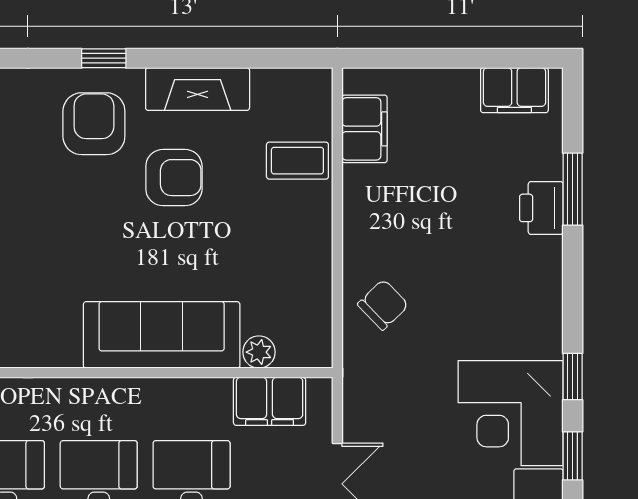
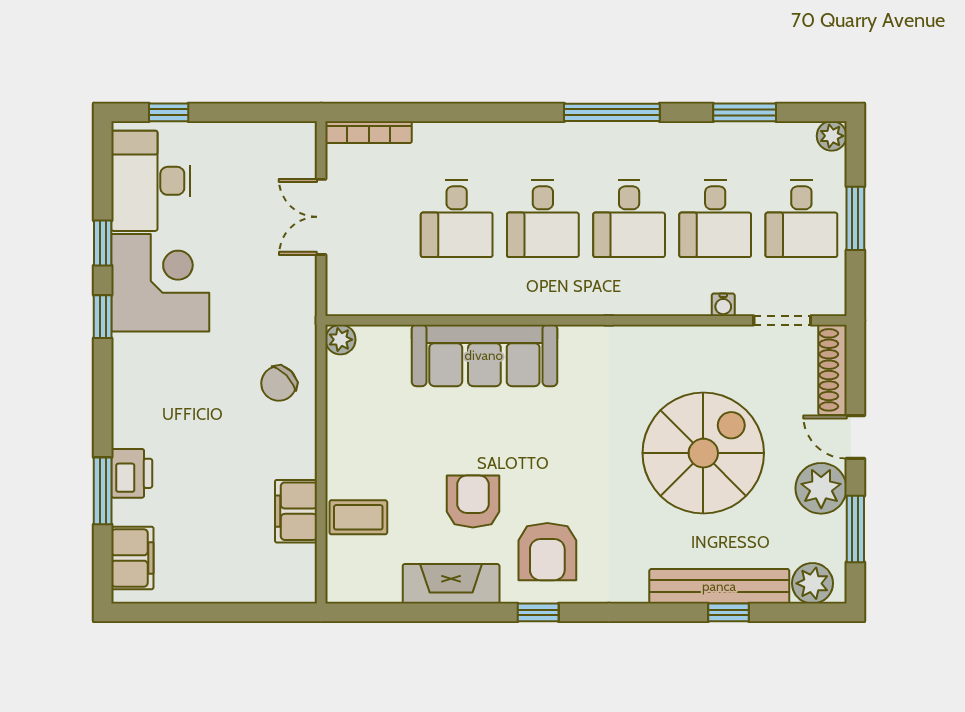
filing cabinet: (514, 90) -> (132, 558), moved, turned 90
filing cabinet: (364, 129) -> (296, 511), moved
armchair: (174, 178) -> (473, 502), turned 90
plant: (259, 352) -> (340, 340), moved
filing cabinet: (270, 401) -> (384, 294), removed

